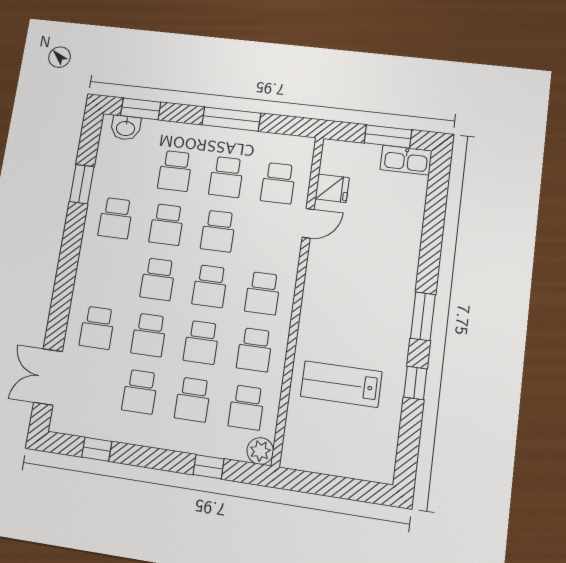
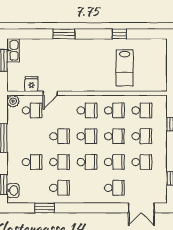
school desk: (226, 177) -> (32, 136), removed
door: (308, 223) -> (50, 93), swing flipped
window: (423, 316) -> (64, 34), moved
plant: (260, 451) -> (13, 101), moved

